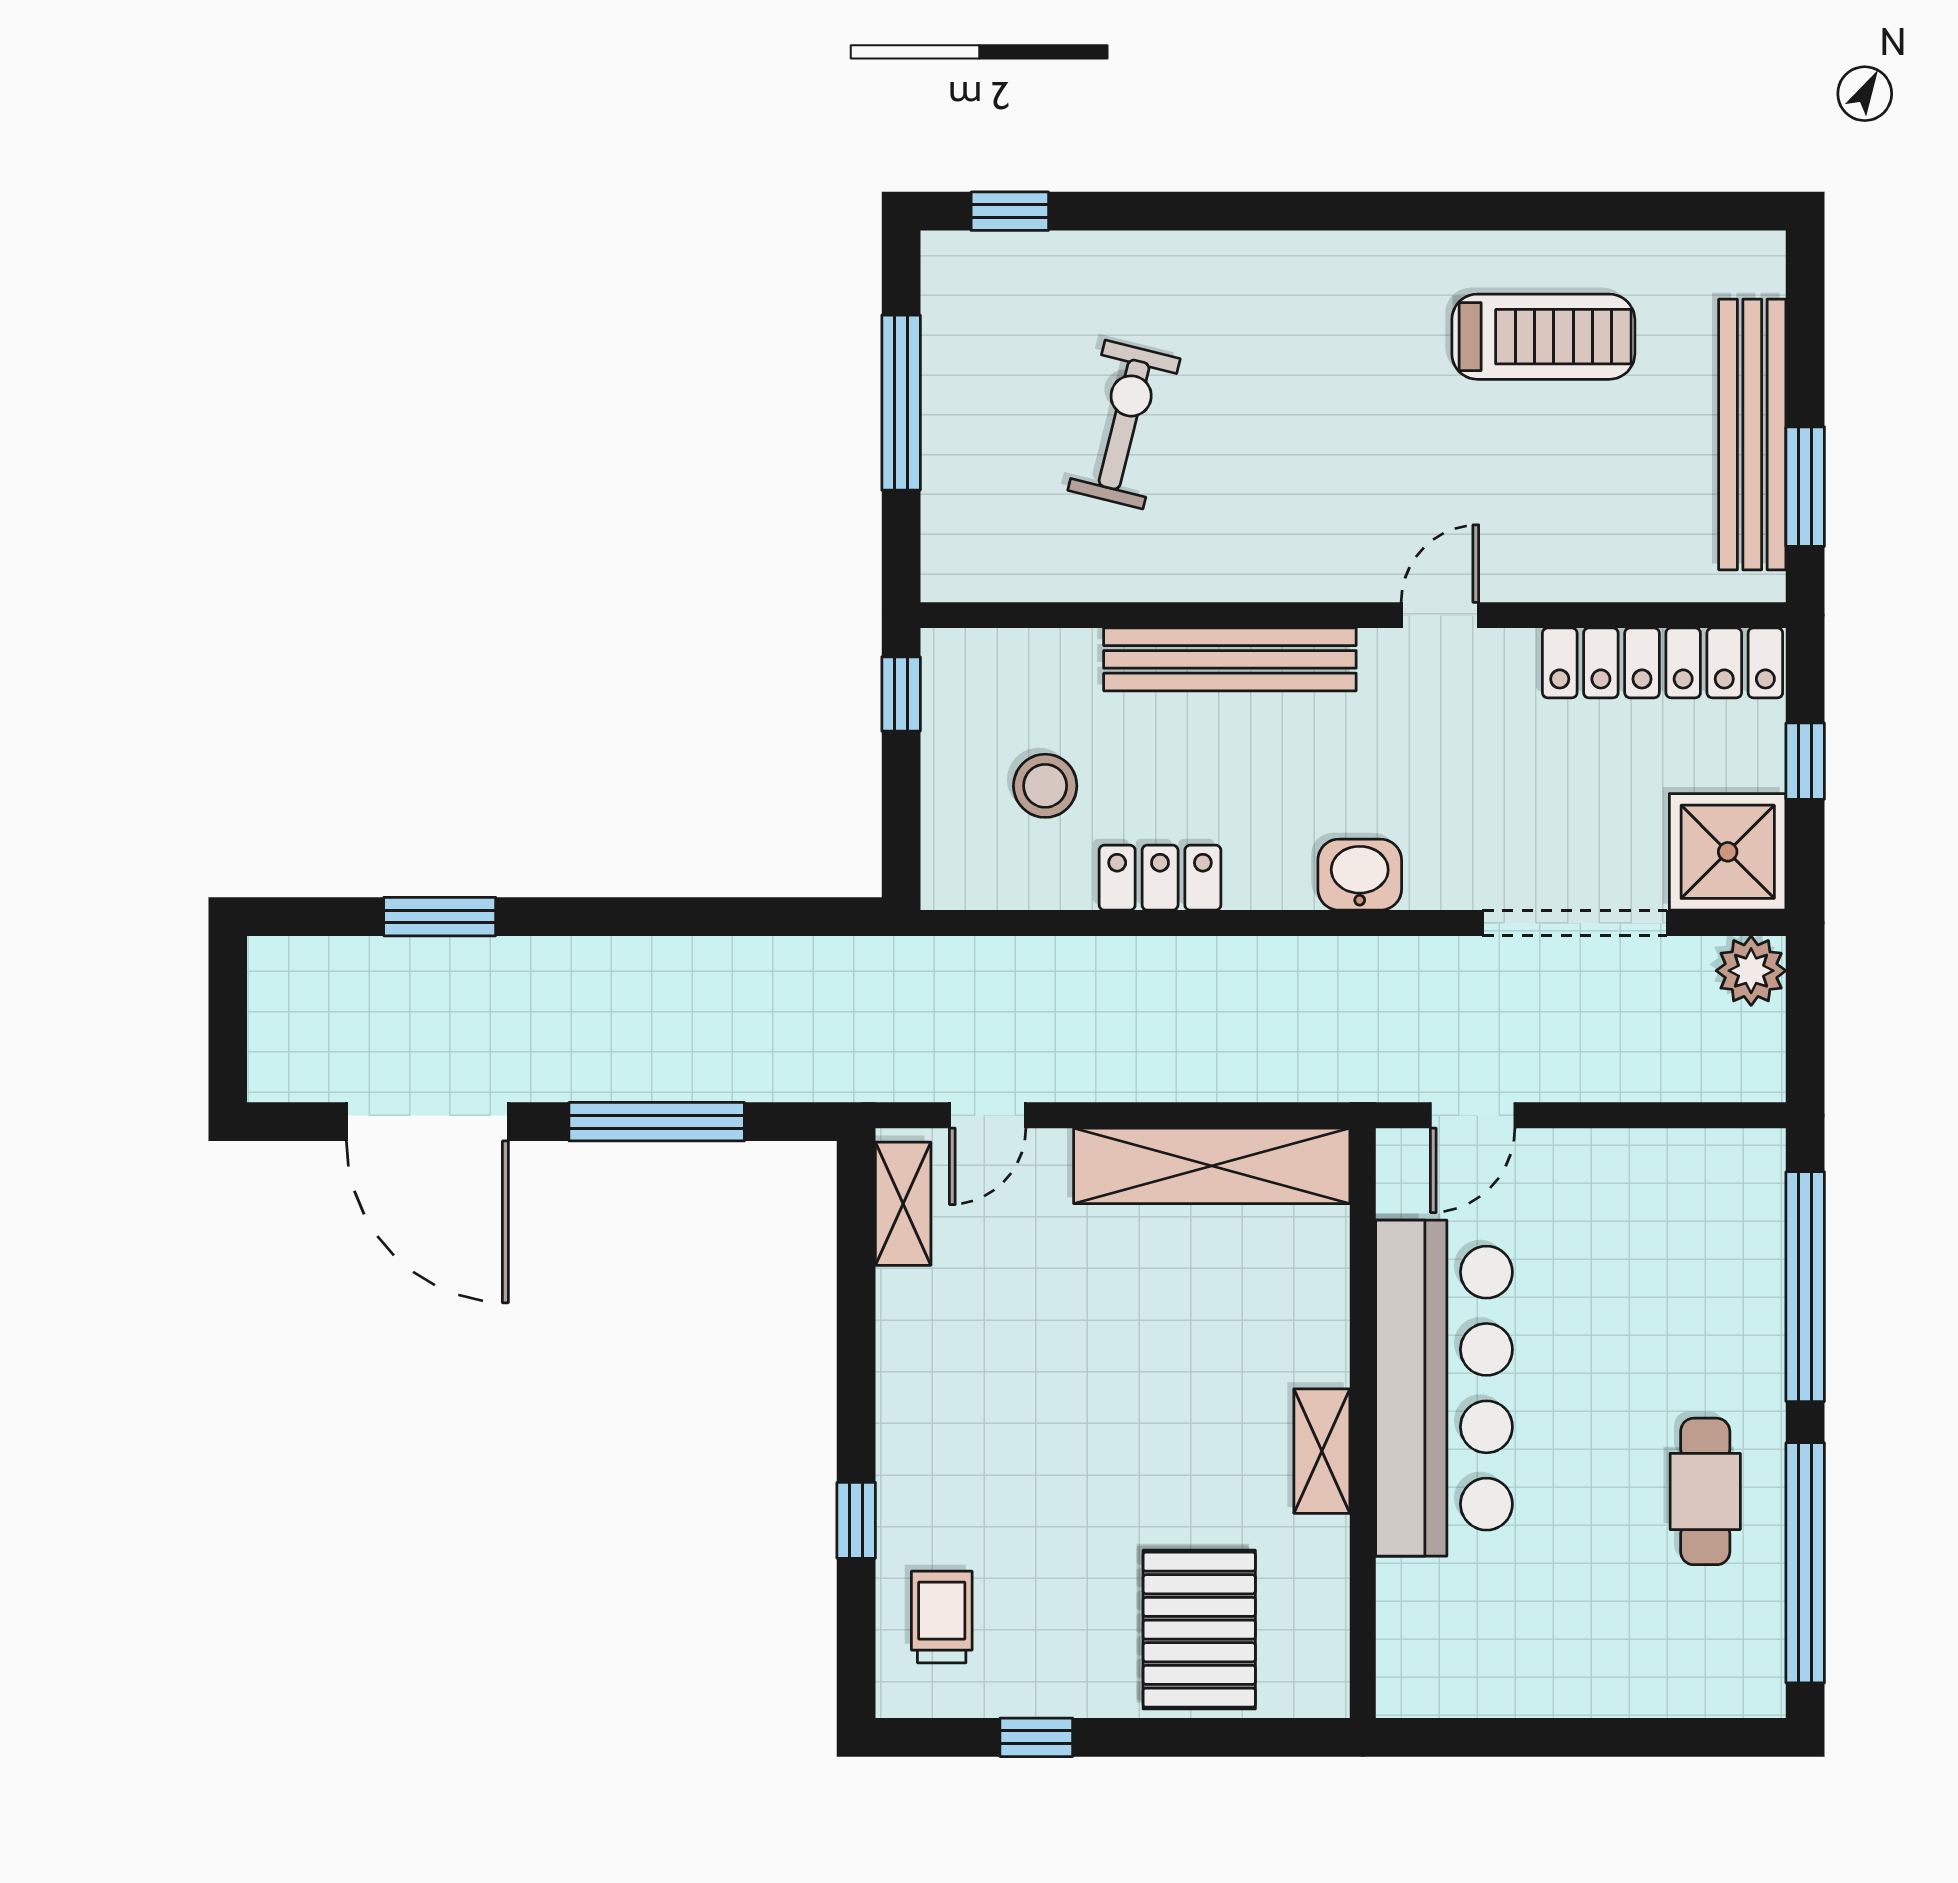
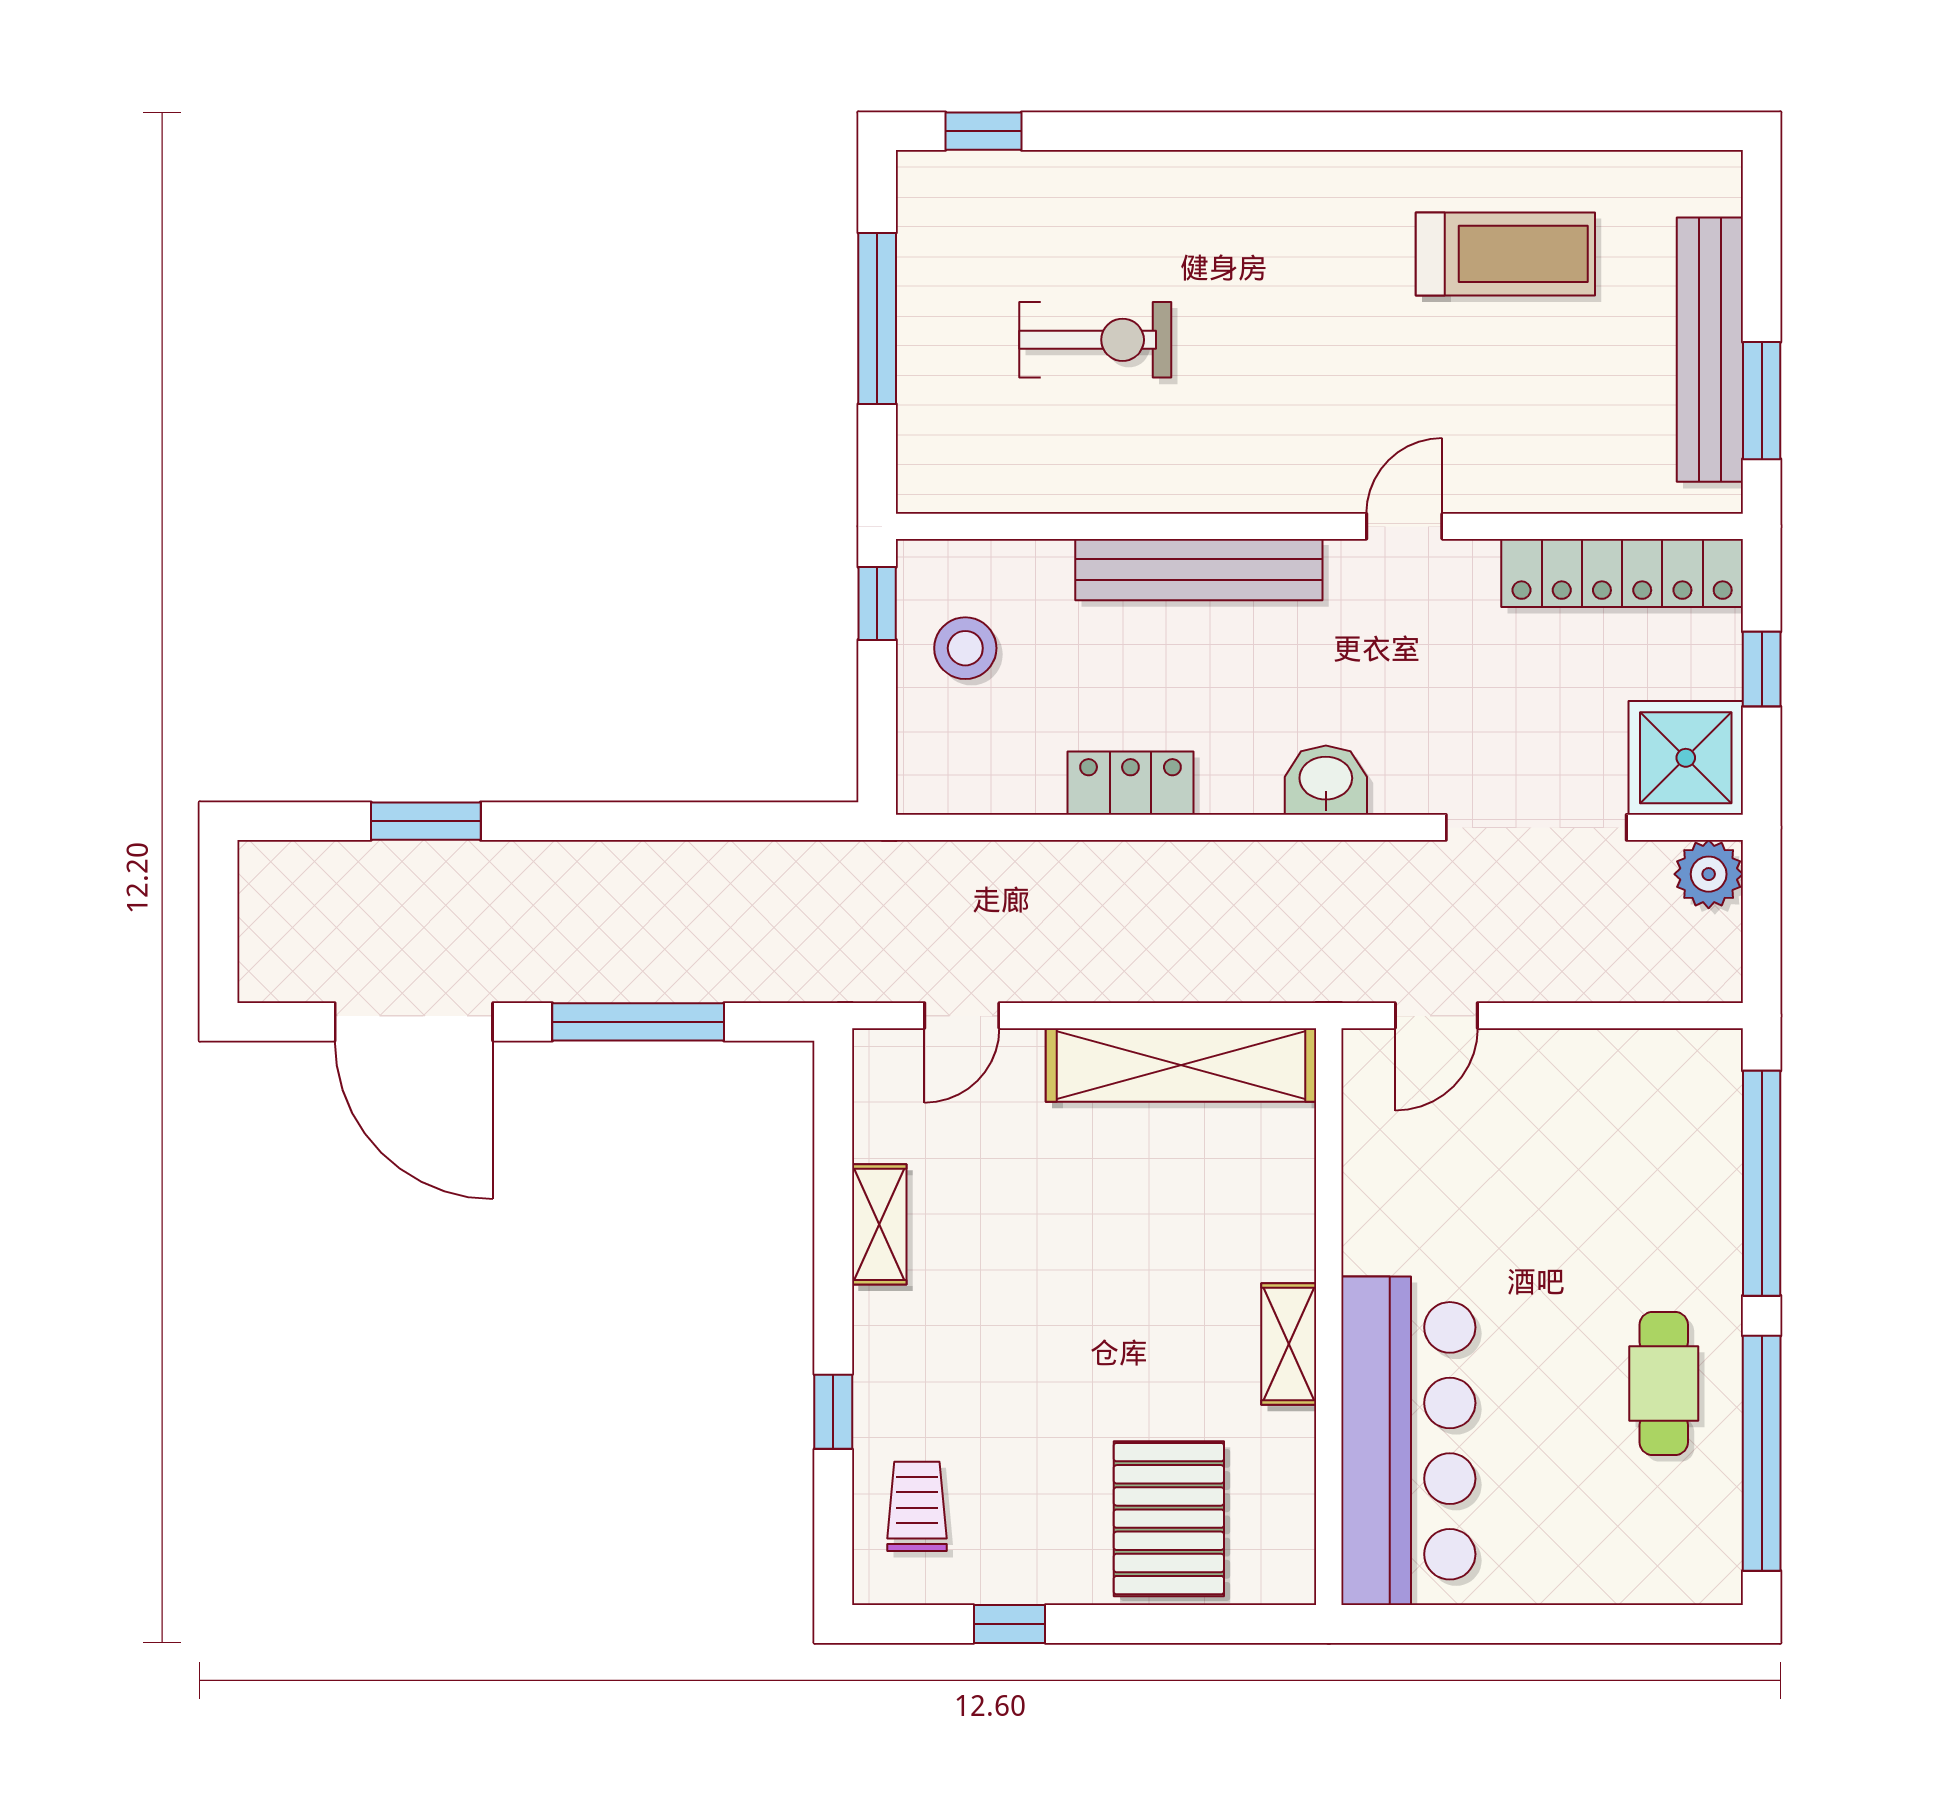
exercise bike: (1124, 425) -> (1095, 340), turned 76
stool: (1045, 786) -> (965, 648), moved
shelving: (903, 1204) -> (879, 1224), moved
bar counter: (1444, 1388) -> (1408, 1441), moved

